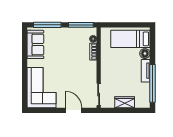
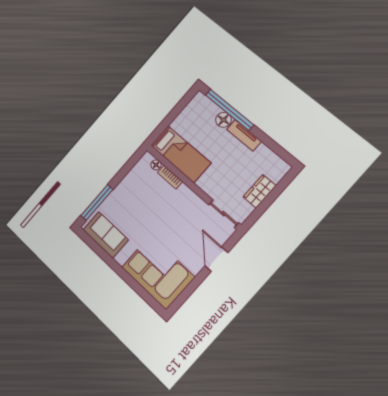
window: (81, 25) -> (129, 165), removed
bed: (130, 39) -> (181, 154), moved, turned -90
window: (153, 83) -> (229, 110), moved
door: (74, 110) -> (216, 259), hinge flipped

